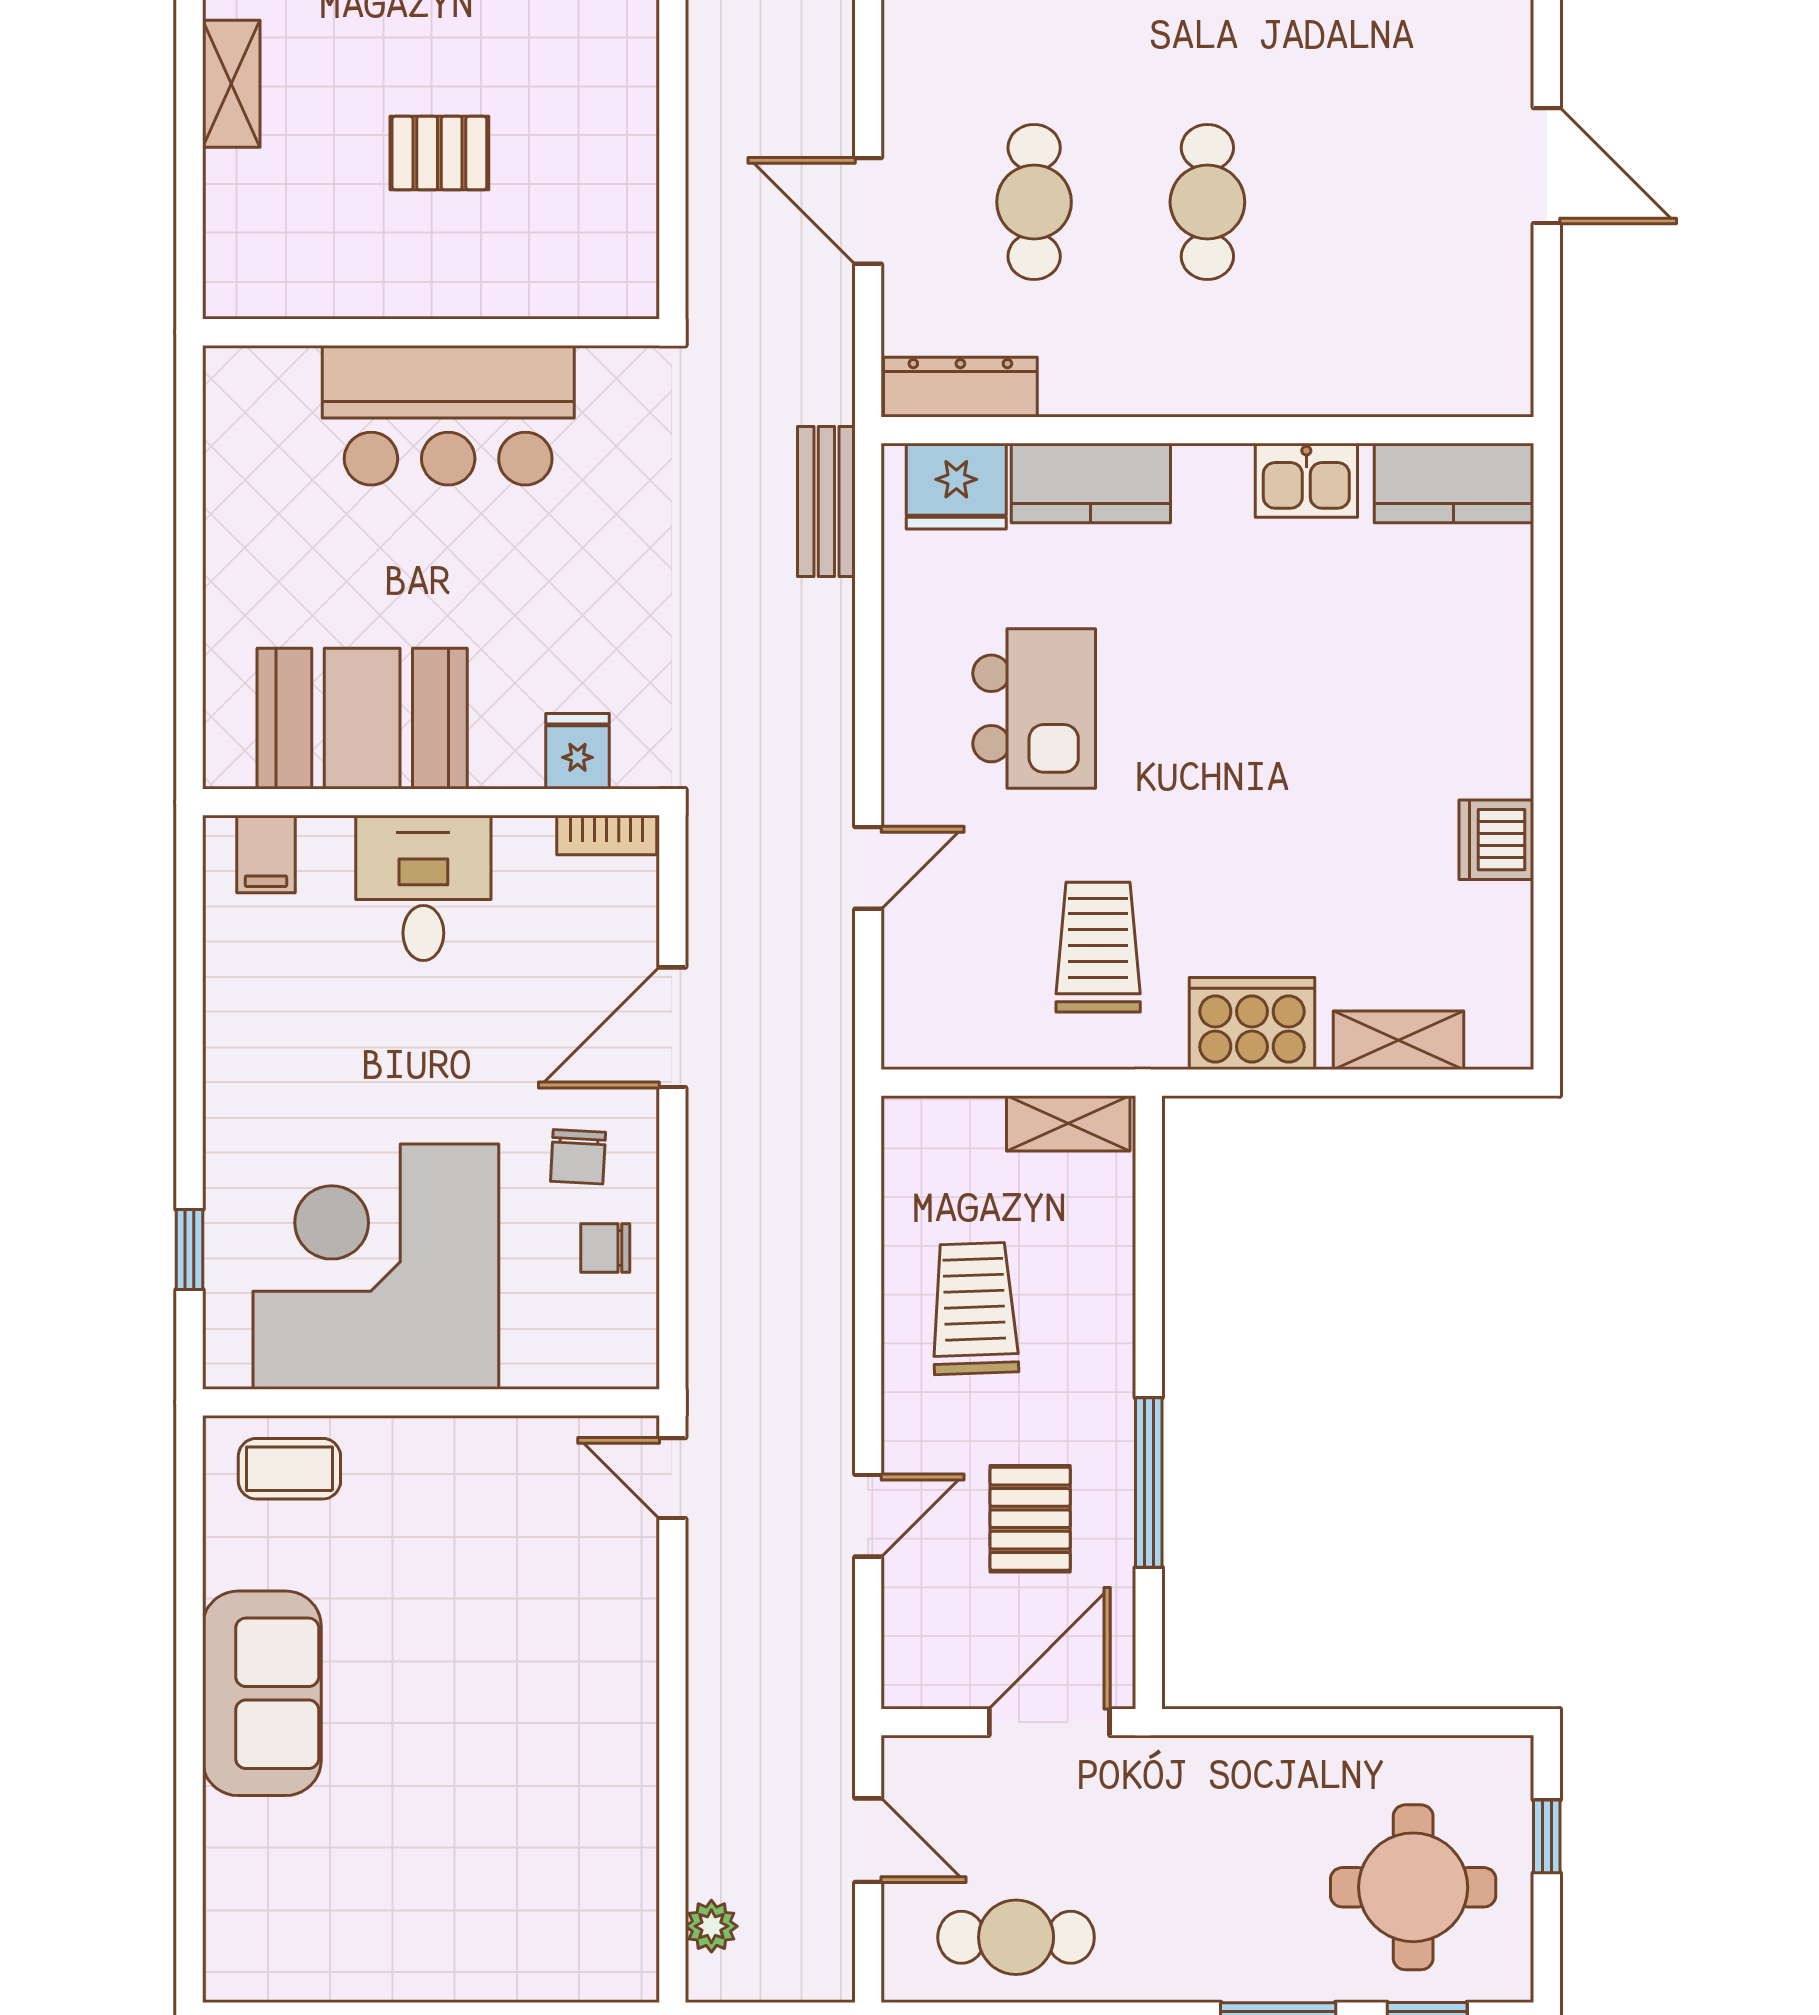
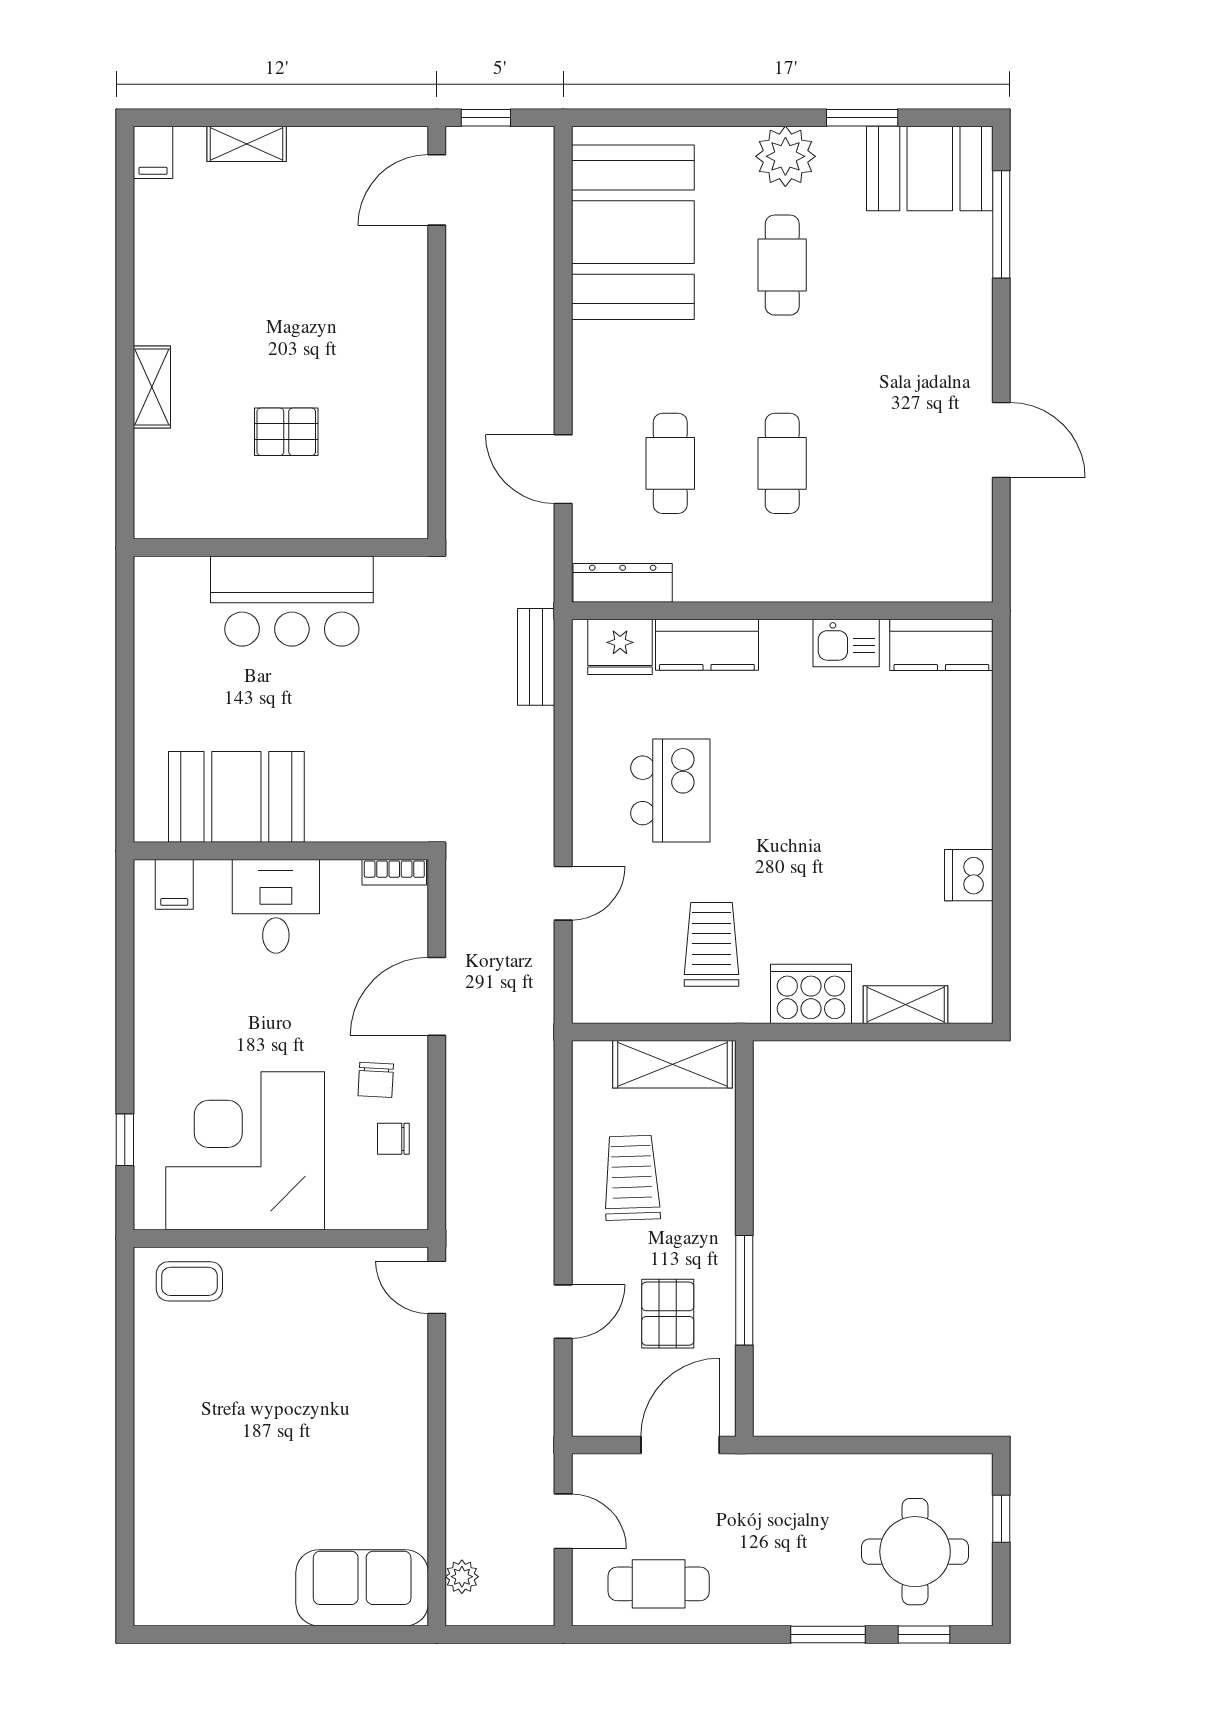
fridge: (578, 751) -> (375, 818), removed
shelving: (1068, 1123) -> (672, 1064), width x1.50, depth x1.33
sofa: (262, 1693) -> (362, 1588), moved, turned -90

